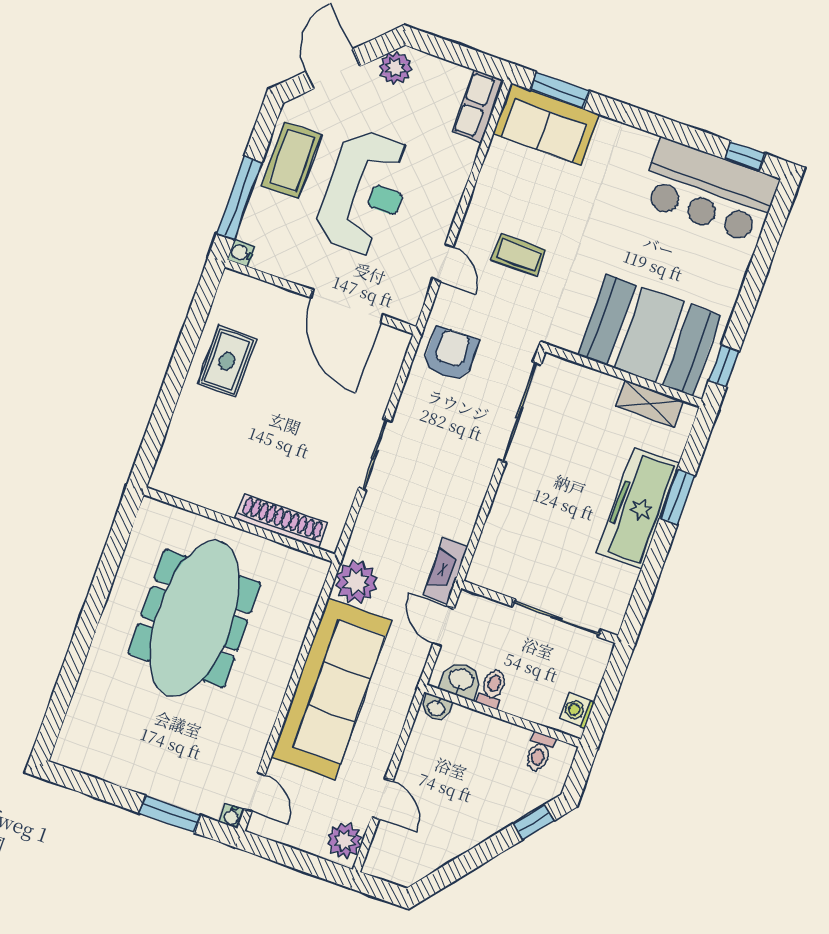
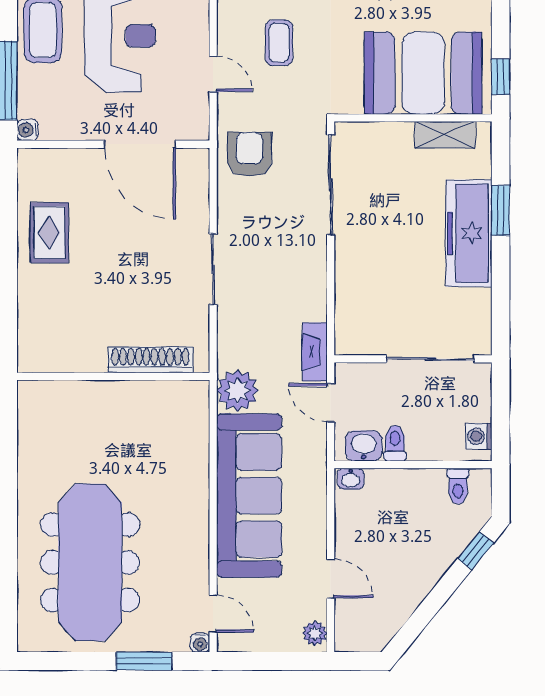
coffee table: (519, 255) -> (279, 43), turned 90
meeting table: (194, 618) -> (90, 562), moved
plant: (345, 841) -> (315, 633), width x0.73, depth x0.73

